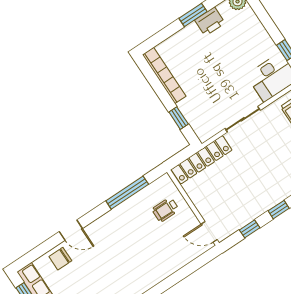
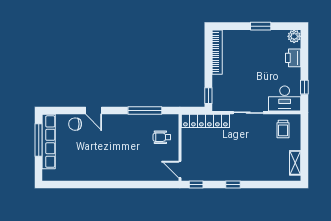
printer: (210, 21) -> (293, 58), moved, turned 90
window: (179, 118) -> (208, 96), moved
window: (250, 229) -> (196, 185), moved

